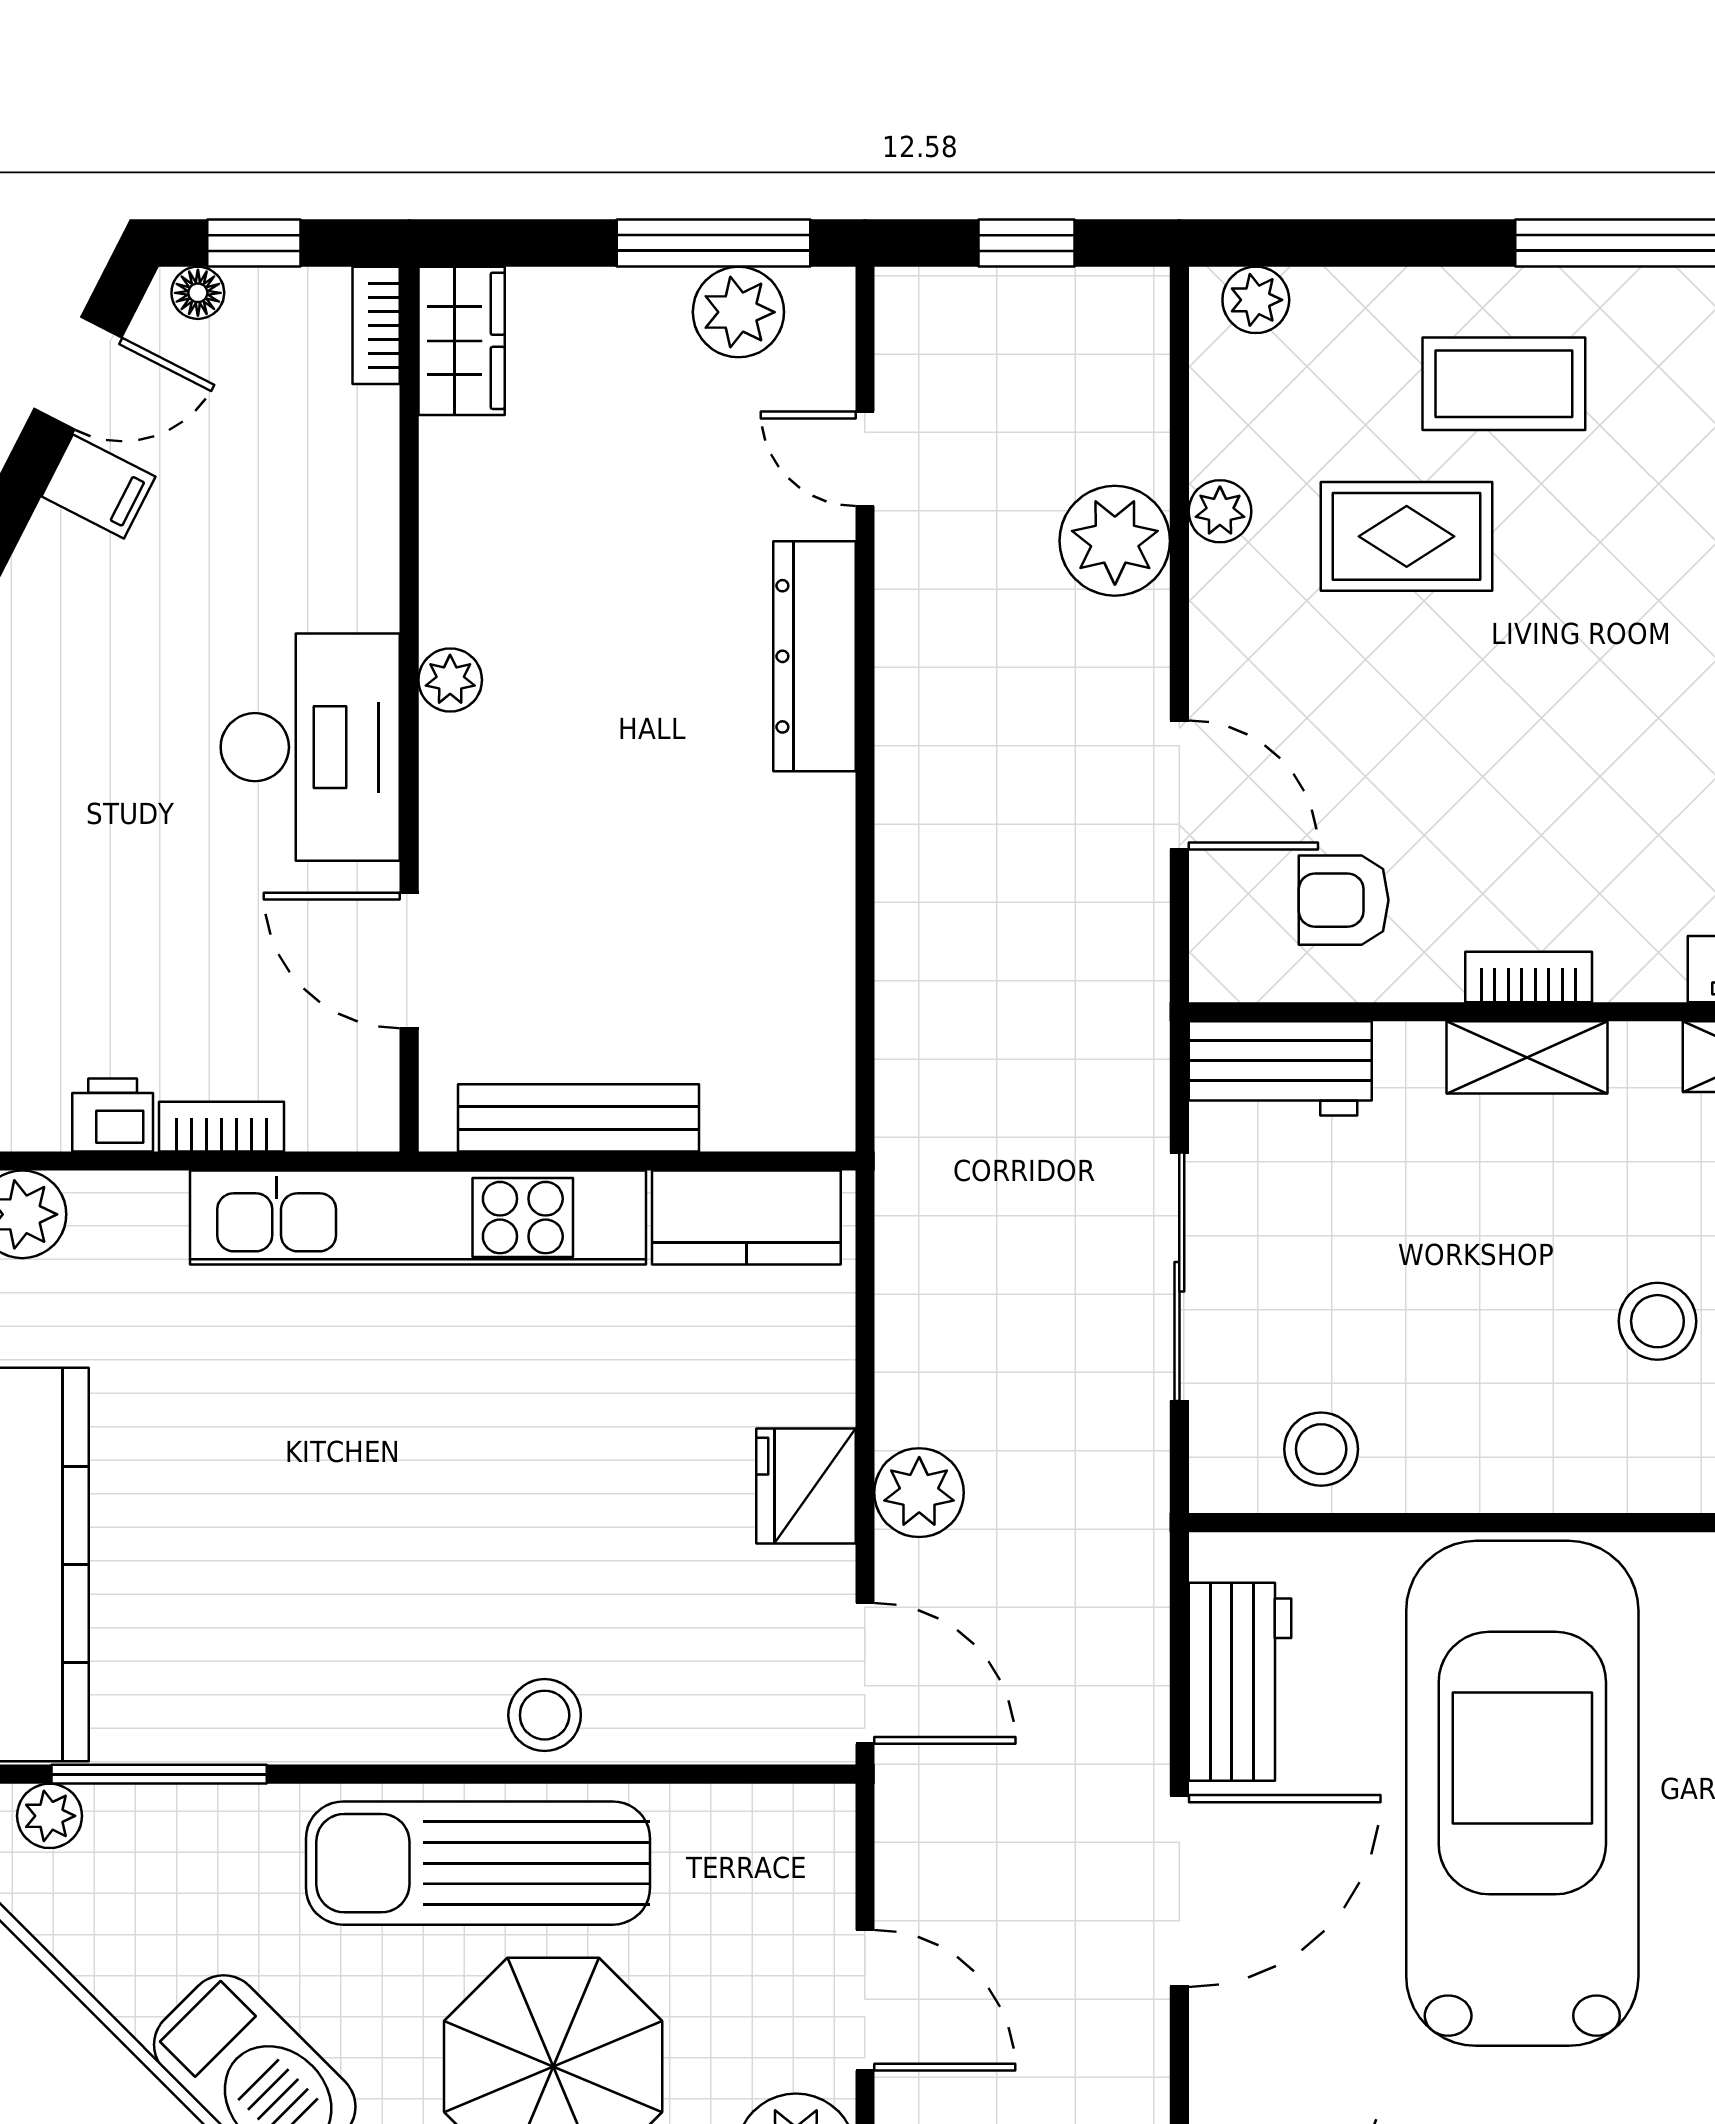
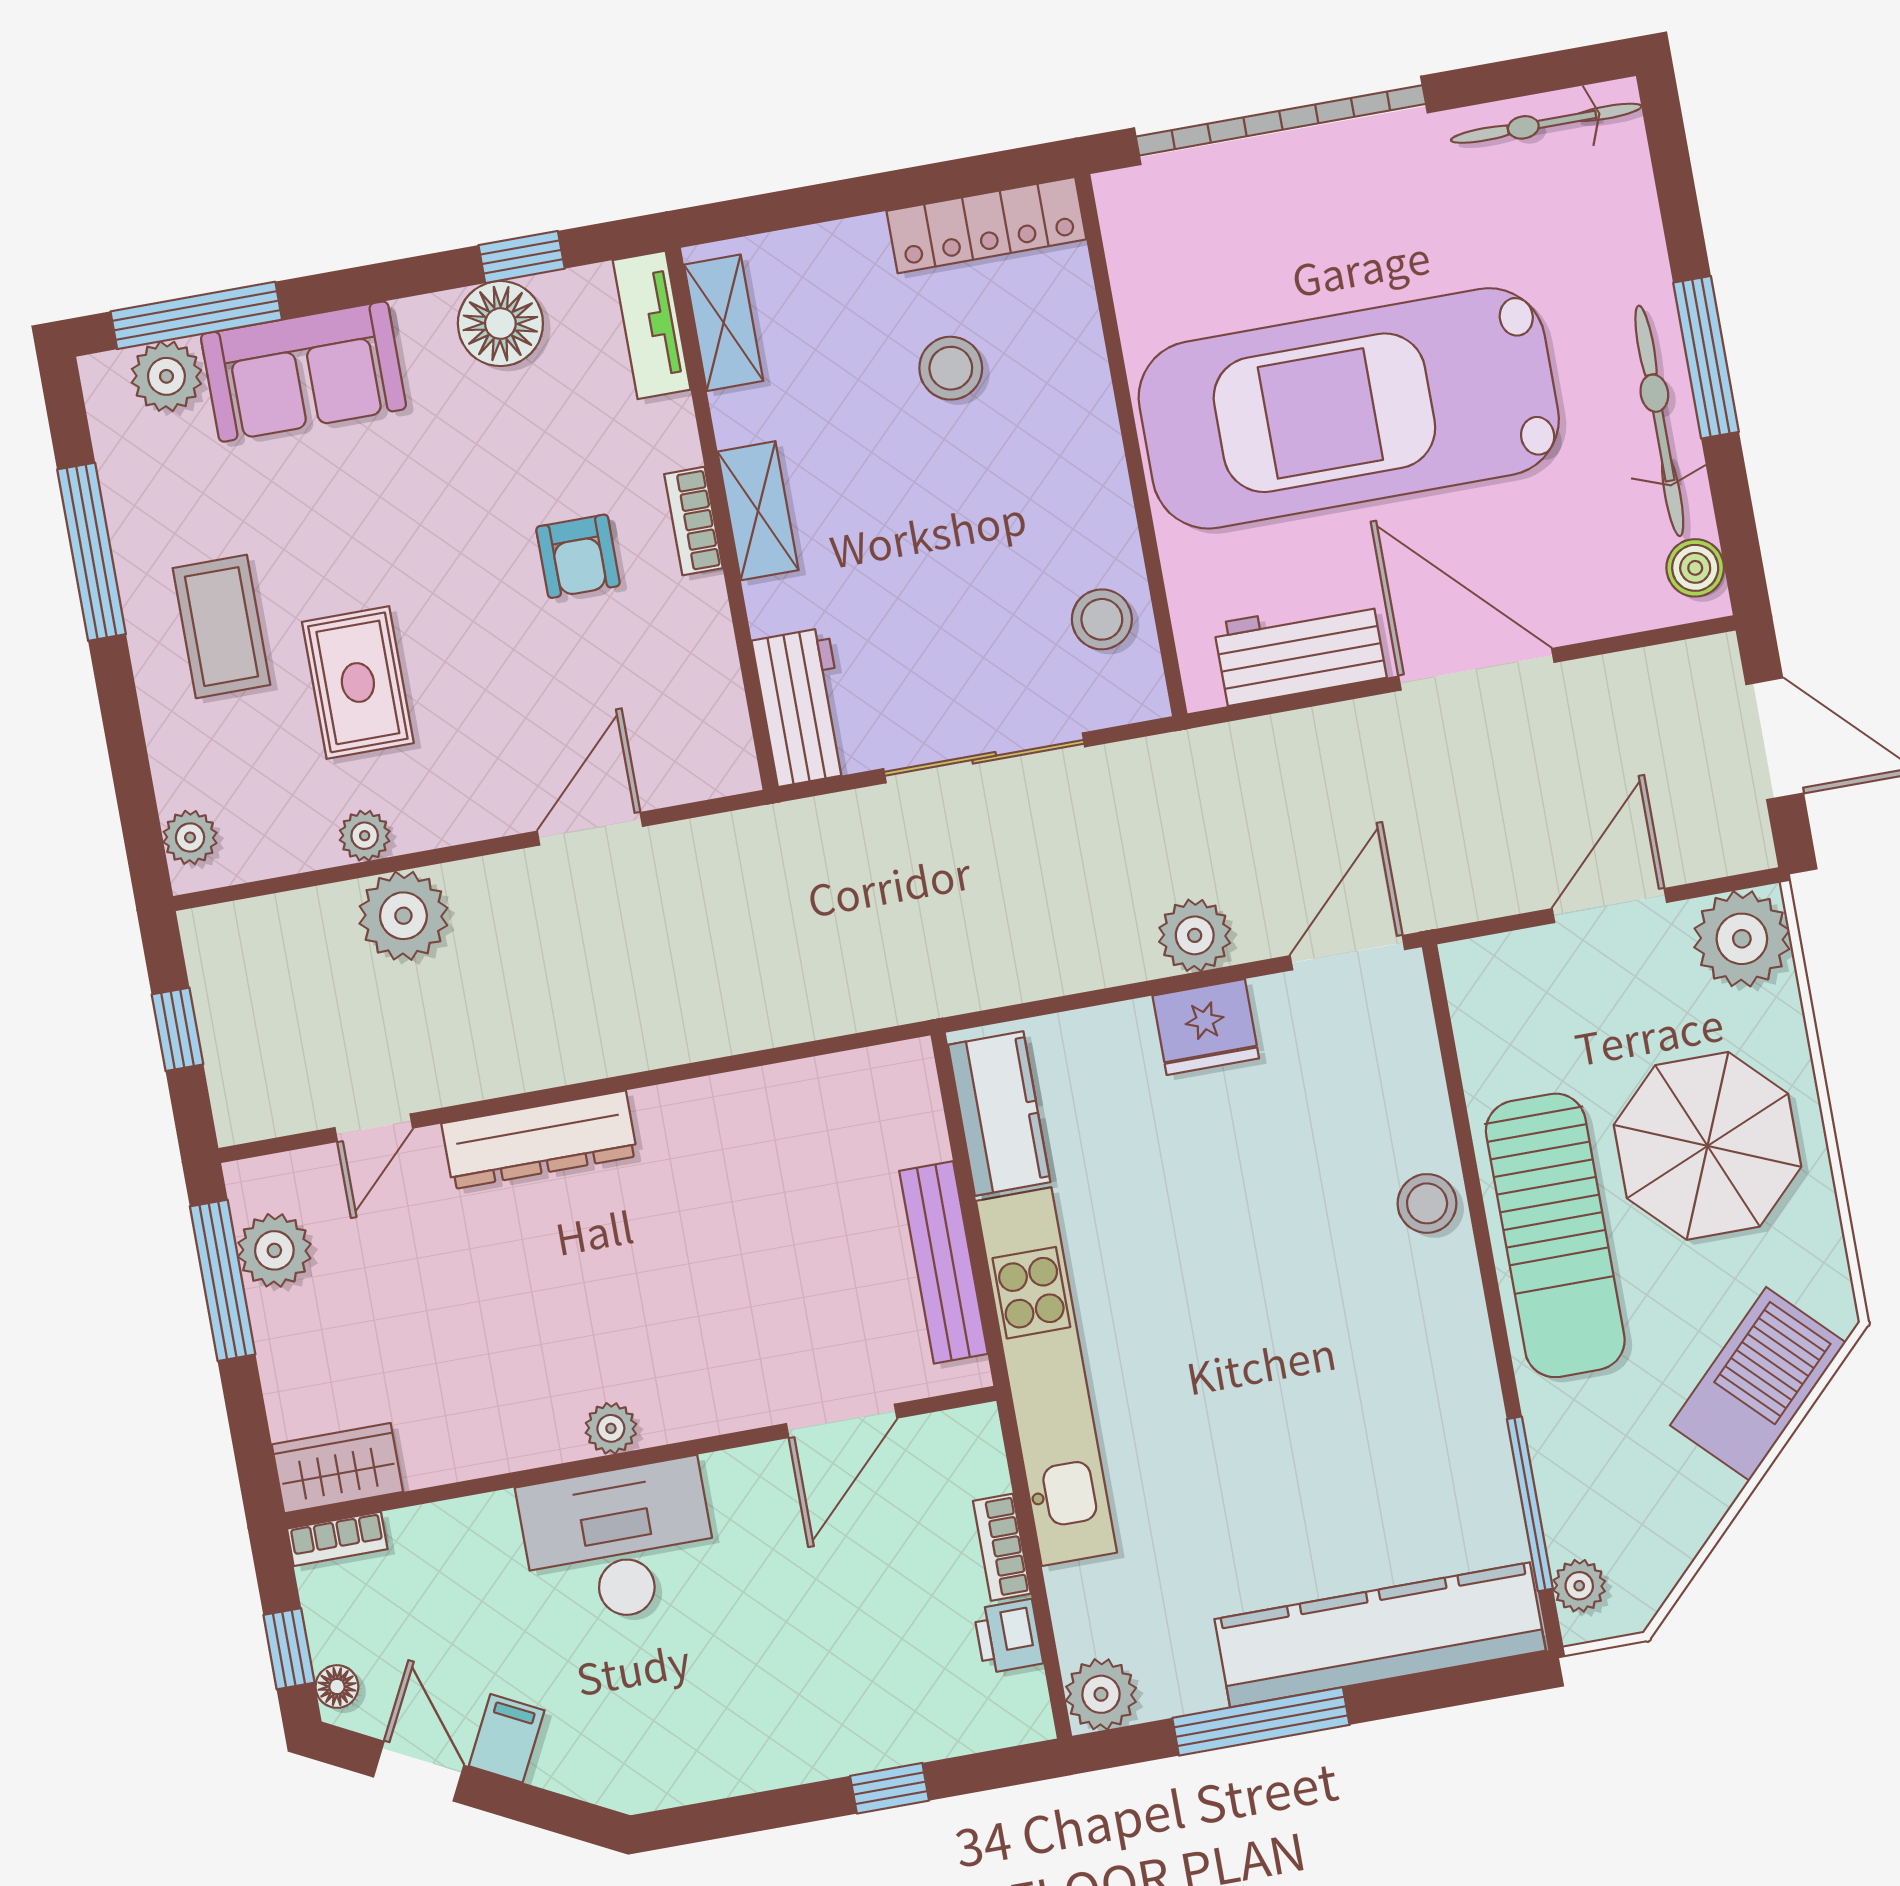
desk: (310, 747) -> (619, 1543), moved
armchair: (1344, 900) -> (578, 556), moved

